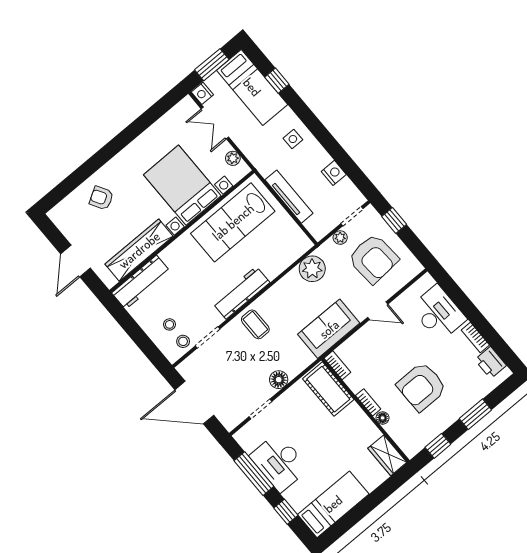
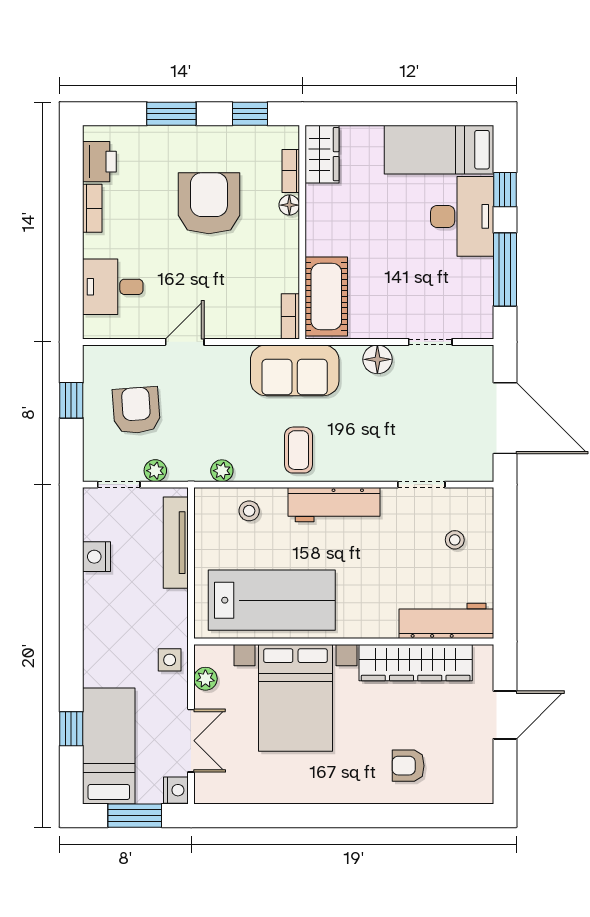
side table: (293, 139) -> (170, 660), moved
tv unit: (289, 197) -> (176, 543), moved
armchair: (101, 198) -> (408, 766), turned 120
window: (394, 220) -> (71, 400), moved
armchair: (373, 259) -> (136, 410), width x0.73, depth x0.73
plant: (312, 269) -> (222, 471), width x0.53, depth x0.53
door: (378, 311) -> (185, 342), hinge flipped
desk: (438, 313) -> (113, 287), width x0.73
coffee table: (255, 324) -> (299, 450), moved
sofa: (329, 329) -> (295, 370), moved
stool: (183, 341) -> (249, 511), moved
armchair: (422, 387) -> (209, 203), turned -90
bookcase: (368, 402) -> (291, 171), moved
desk: (279, 462) -> (462, 216), moved

